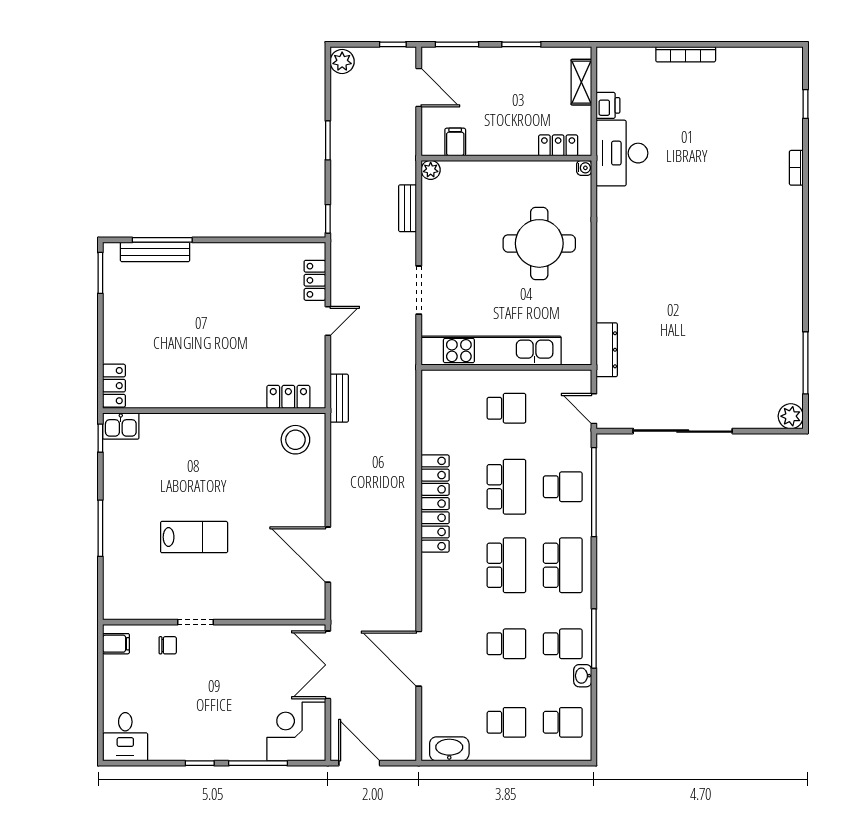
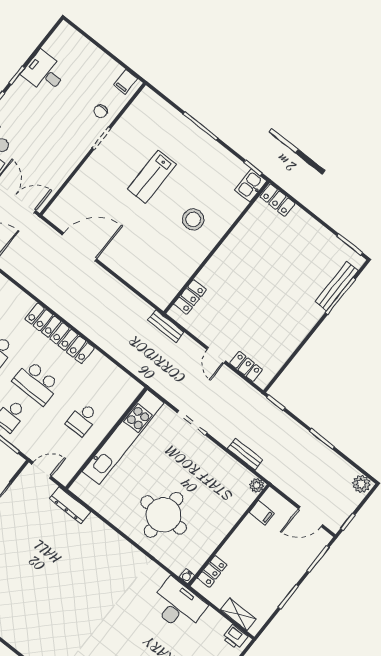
printer: (608, 105) -> (235, 637), moved
stool: (295, 440) -> (193, 219), moved
desk: (125, 737) -> (44, 72), moved

